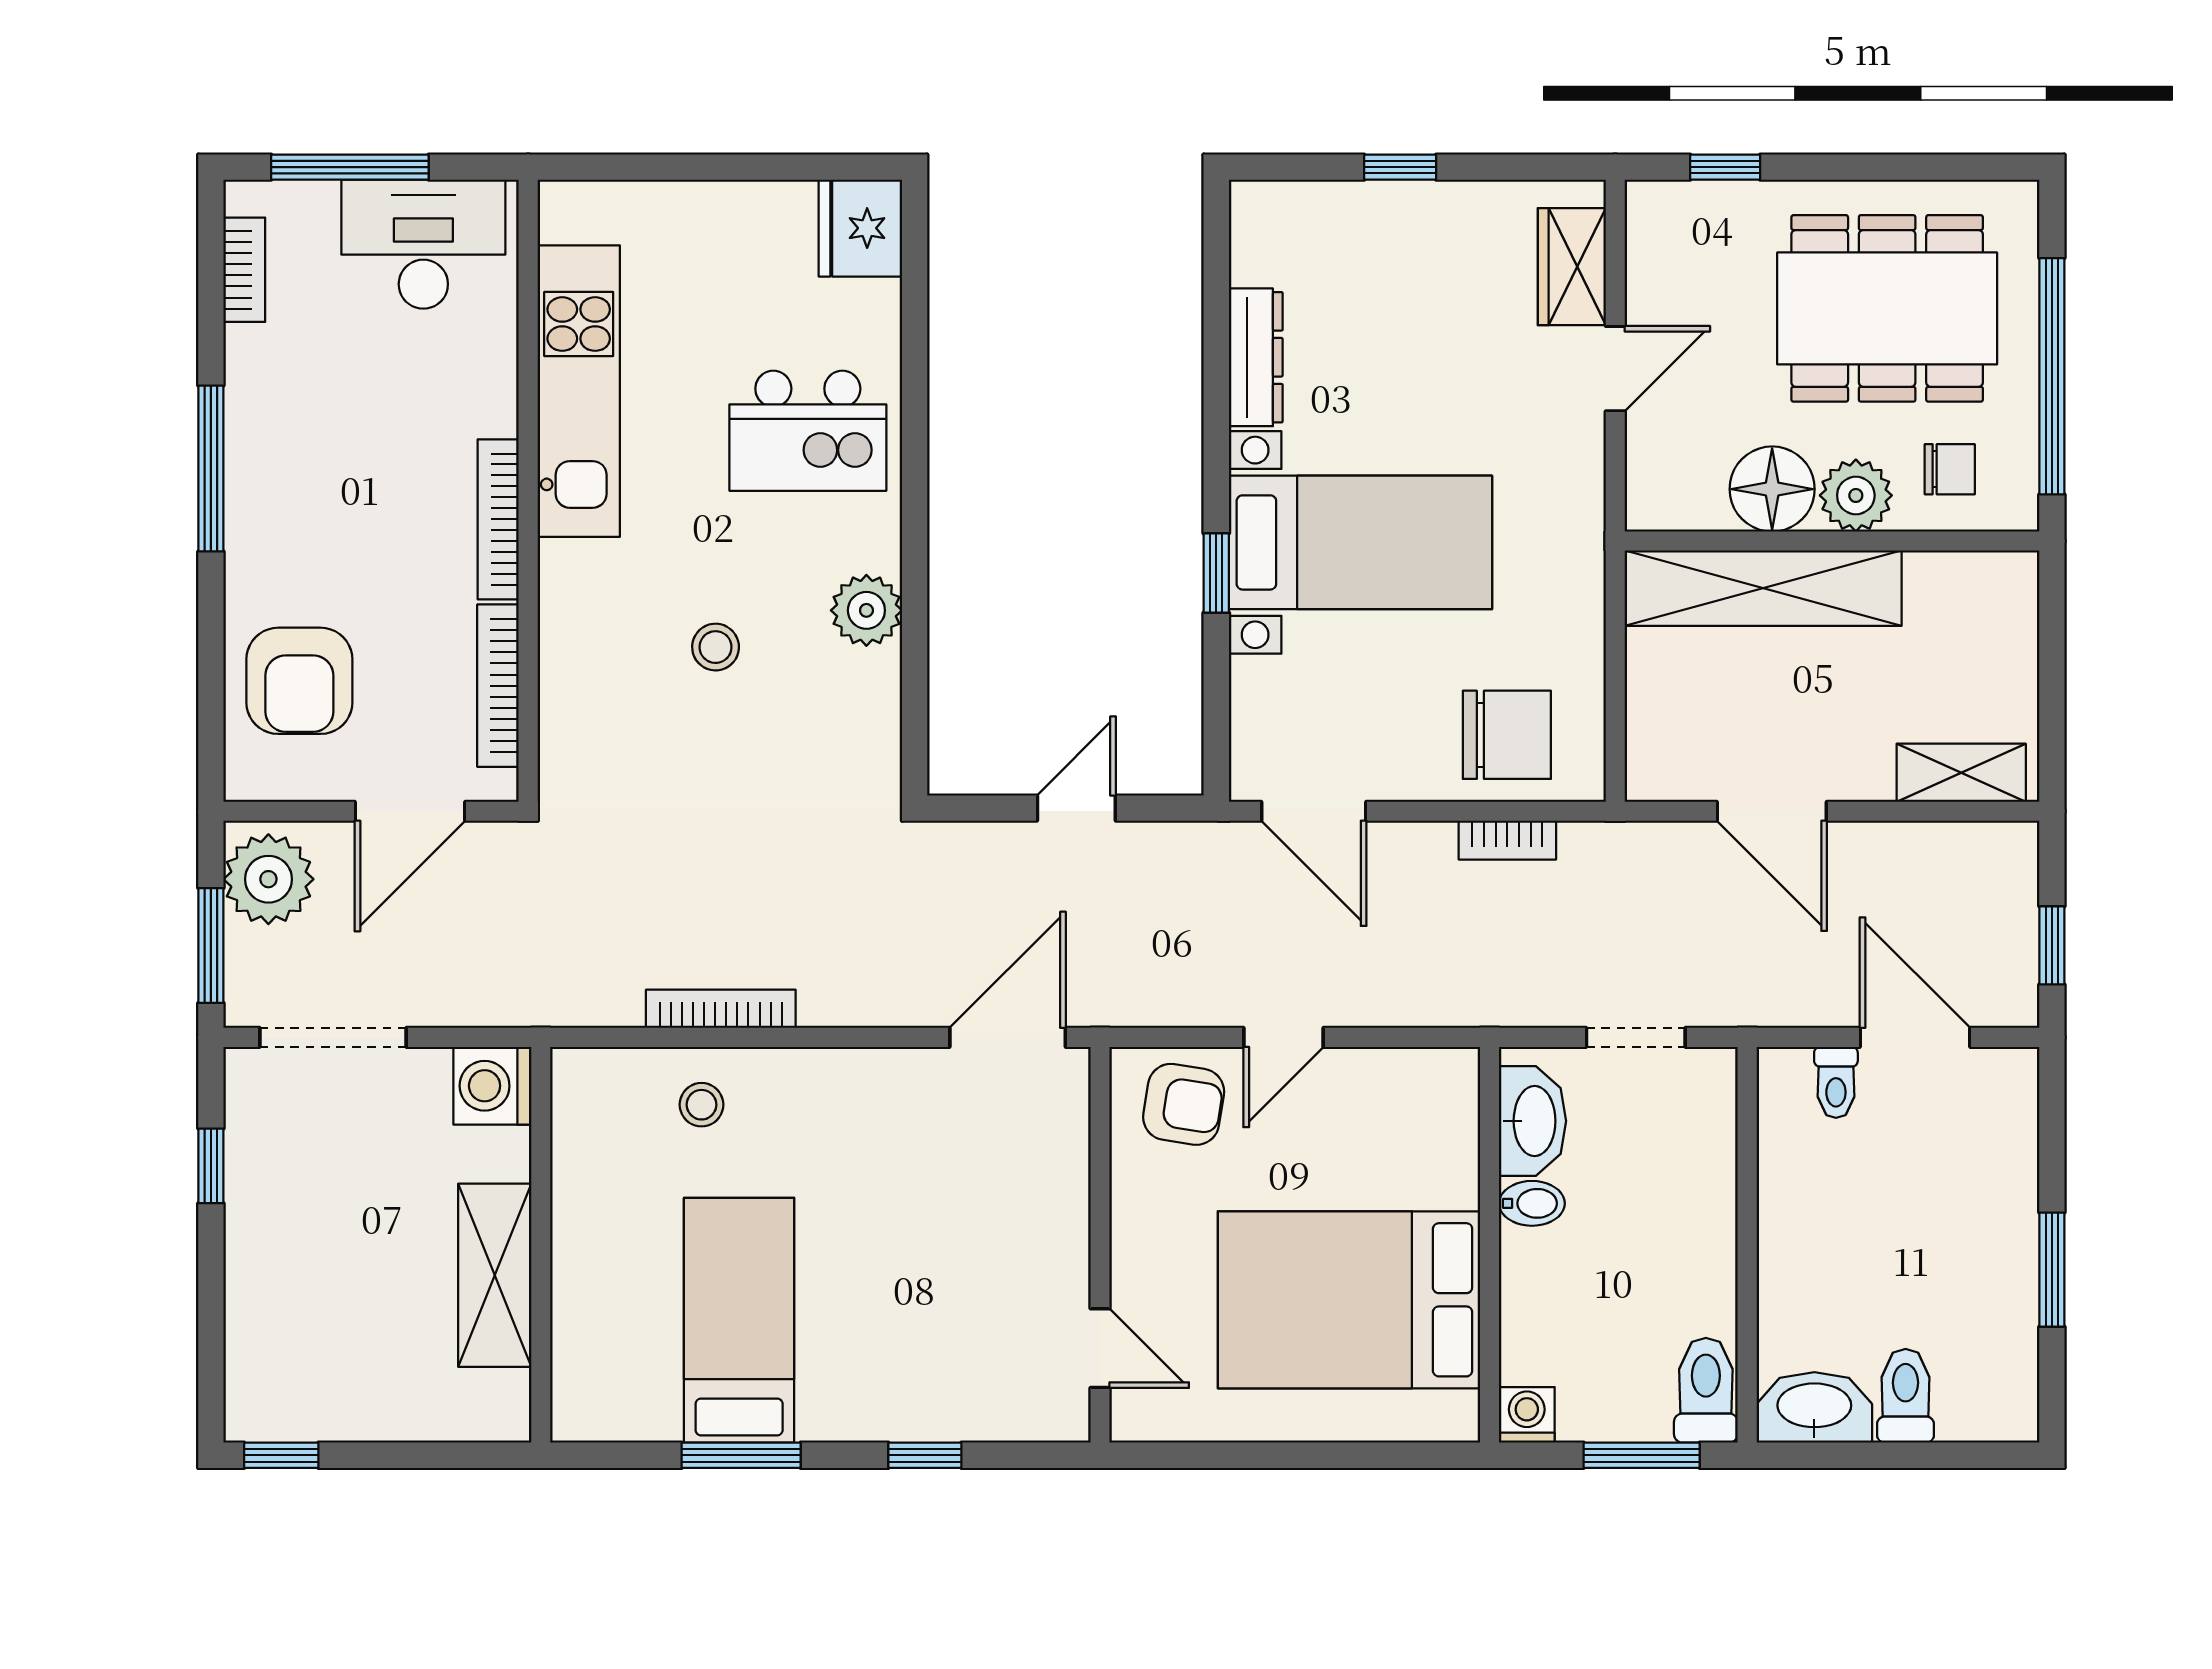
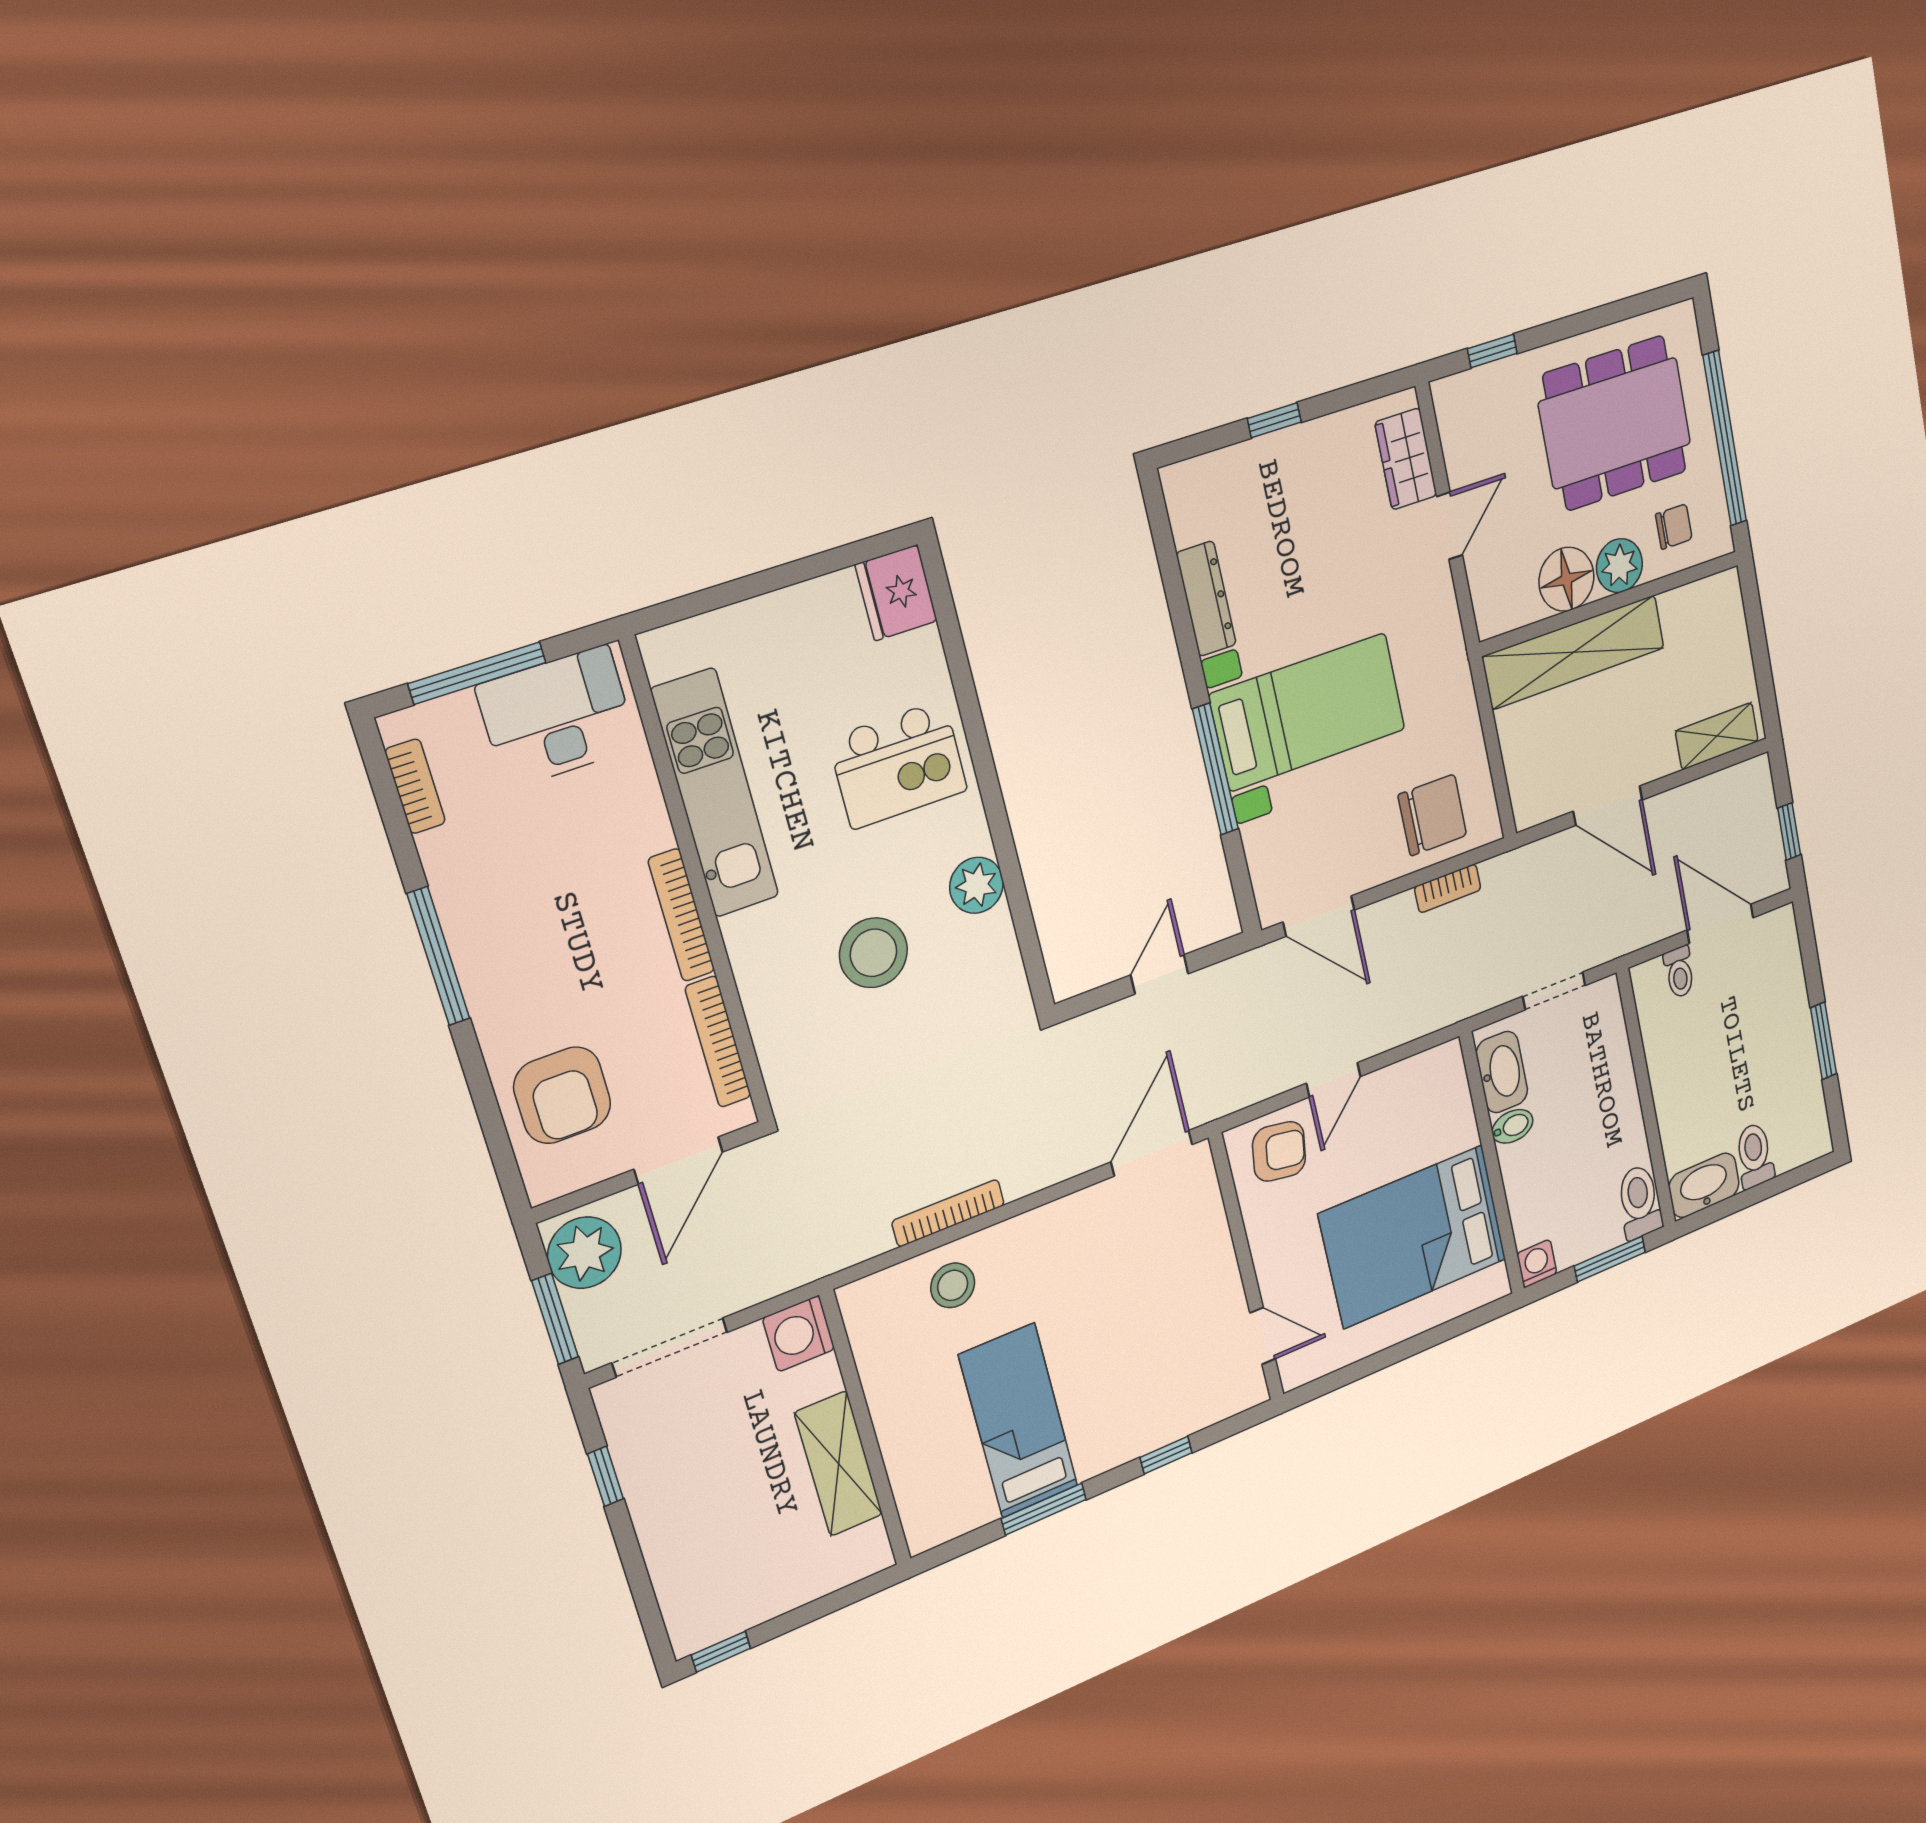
window: (1216, 573) -> (1215, 769), width x2.17
stool: (716, 647) -> (873, 953), width x1.89, depth x1.89
stool: (702, 1105) -> (953, 1285), width x1.37, depth x1.37

